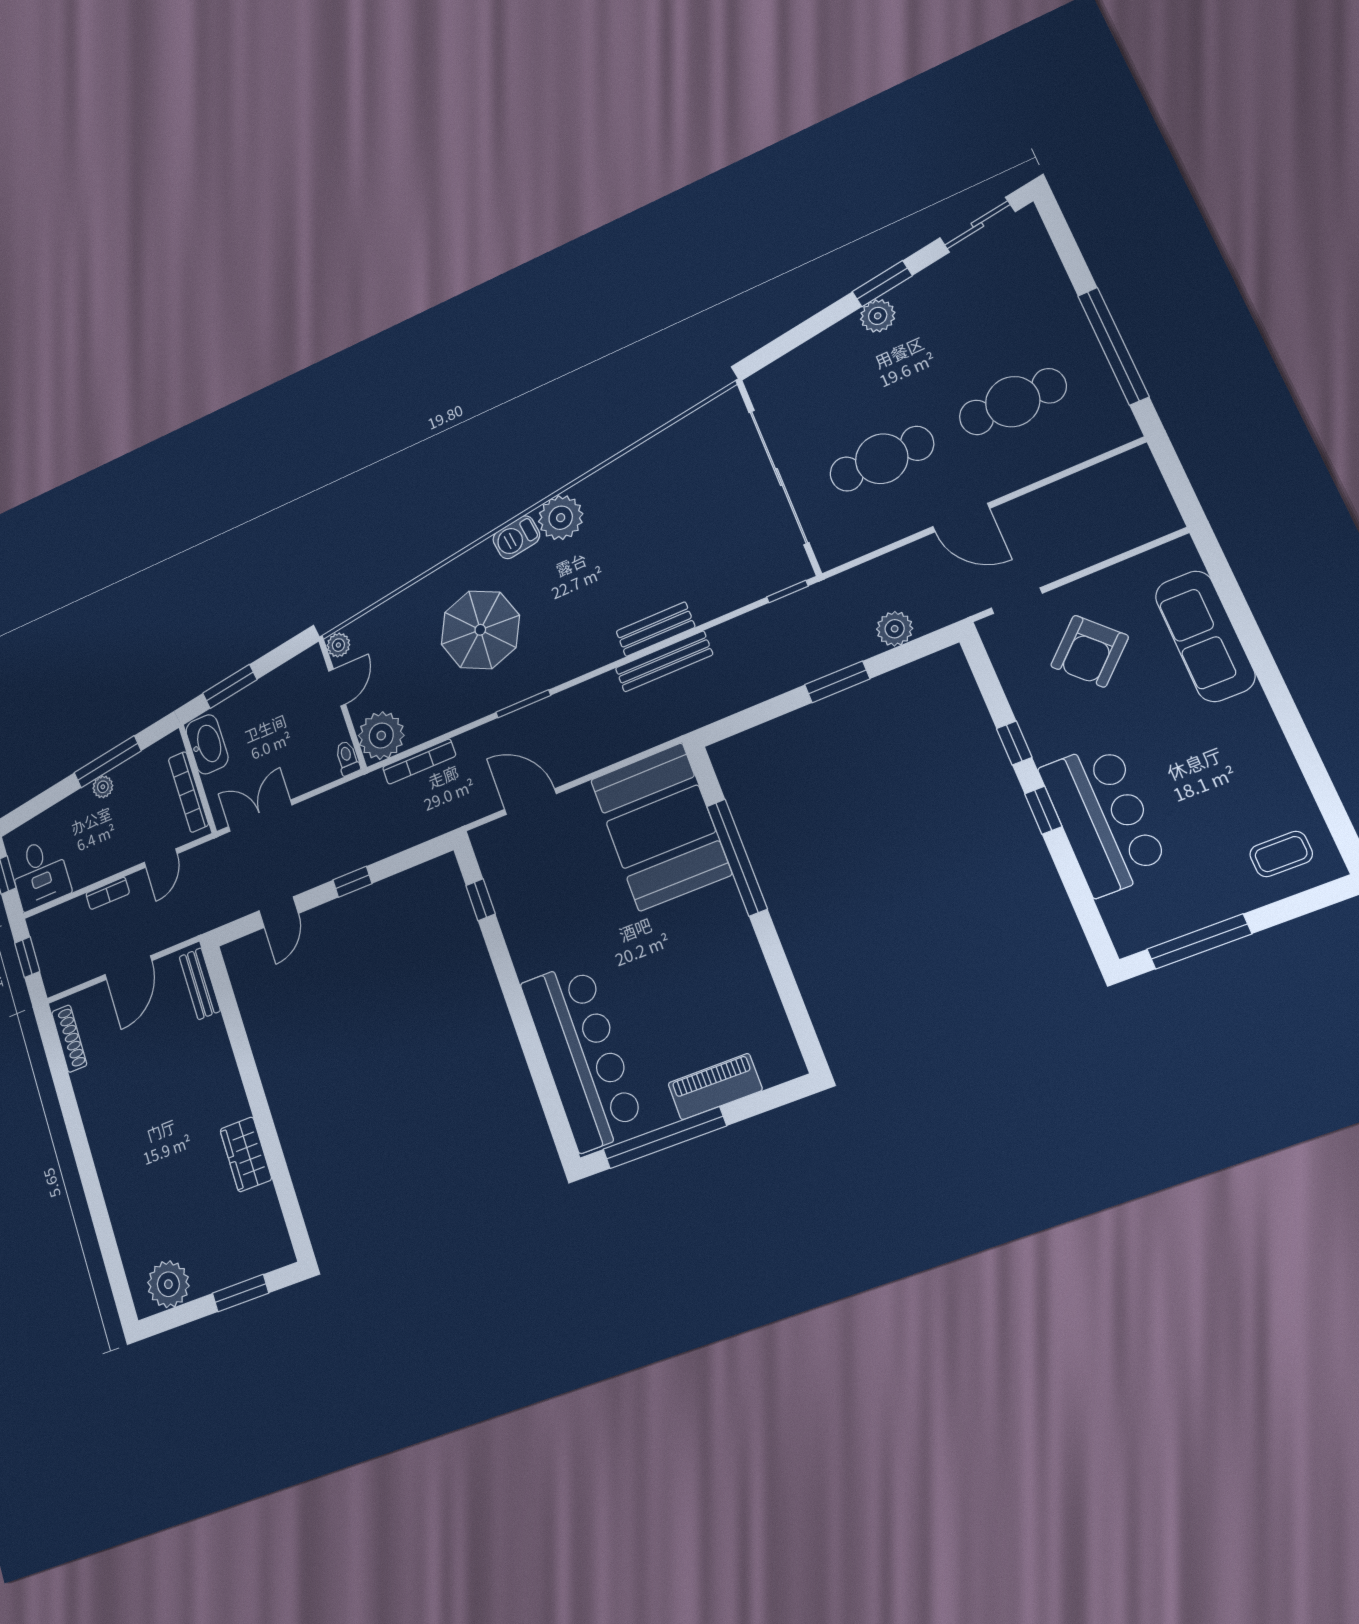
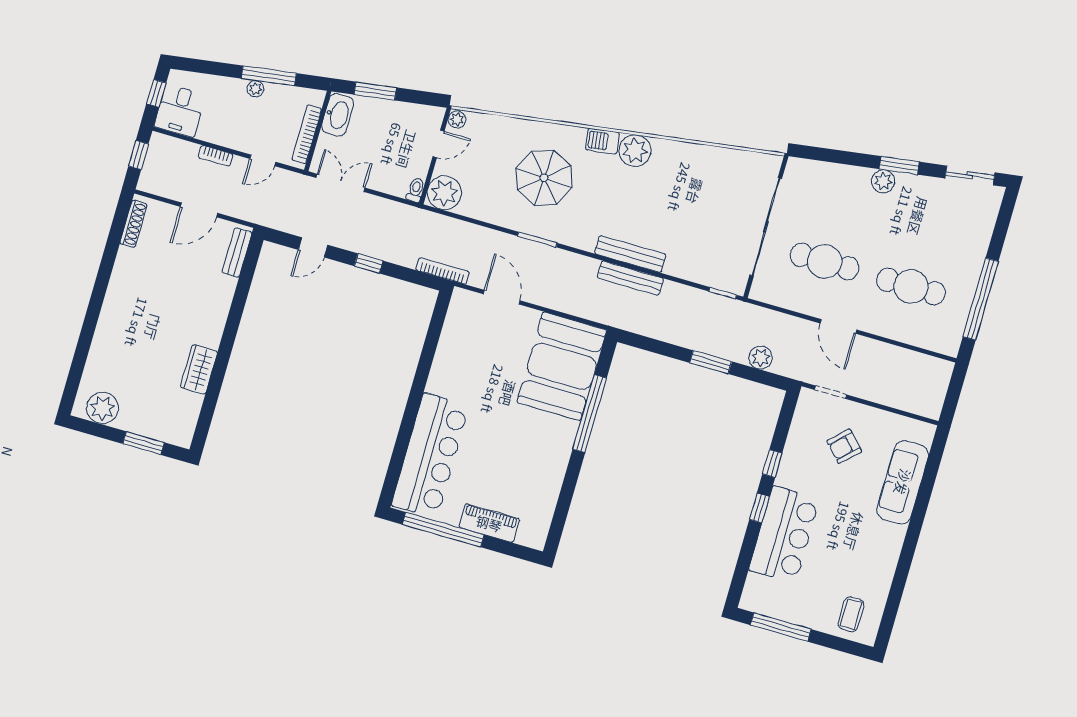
bench: (656, 629) -> (630, 254), width x1.36
armchair: (1090, 651) -> (844, 446), width x0.72, depth x0.72
bookcase: (419, 762) -> (443, 271), moved, turned 180
coffee table: (1281, 854) -> (851, 614), turned 90
window: (481, 900) -> (435, 330), removed

